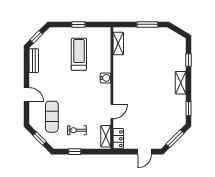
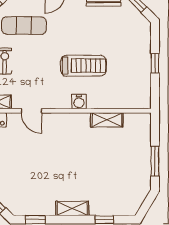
shelving: (118, 44) -> (107, 120), moved
treadmill: (79, 54) -> (83, 66), moved

